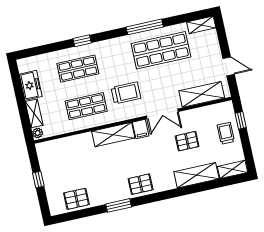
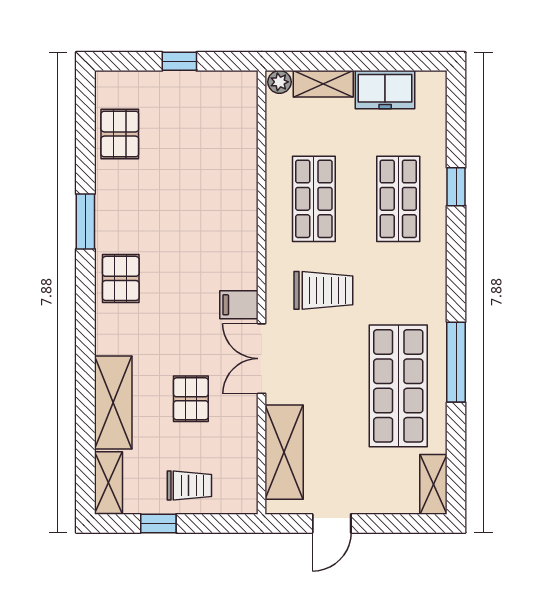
window: (82, 41) -> (456, 187), moved
trolley: (126, 93) -> (323, 290), turned -90
window: (241, 120) -> (158, 523), moved
shelving: (113, 135) -> (240, 243), removed

